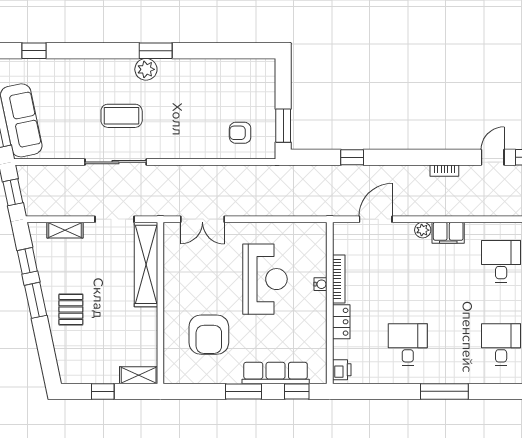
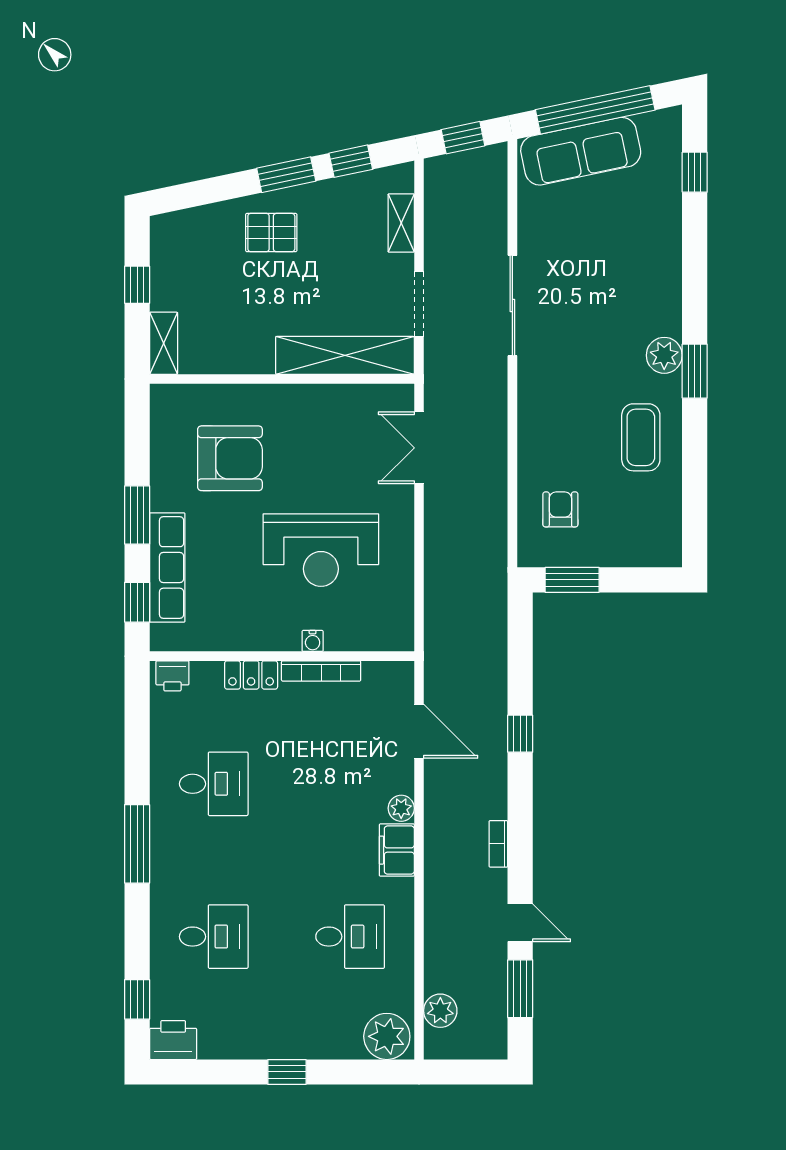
coffee table: (122, 116) -> (641, 437), moved
window: (352, 157) -> (520, 734), moved
armchair: (209, 335) -> (230, 458), turned 180

